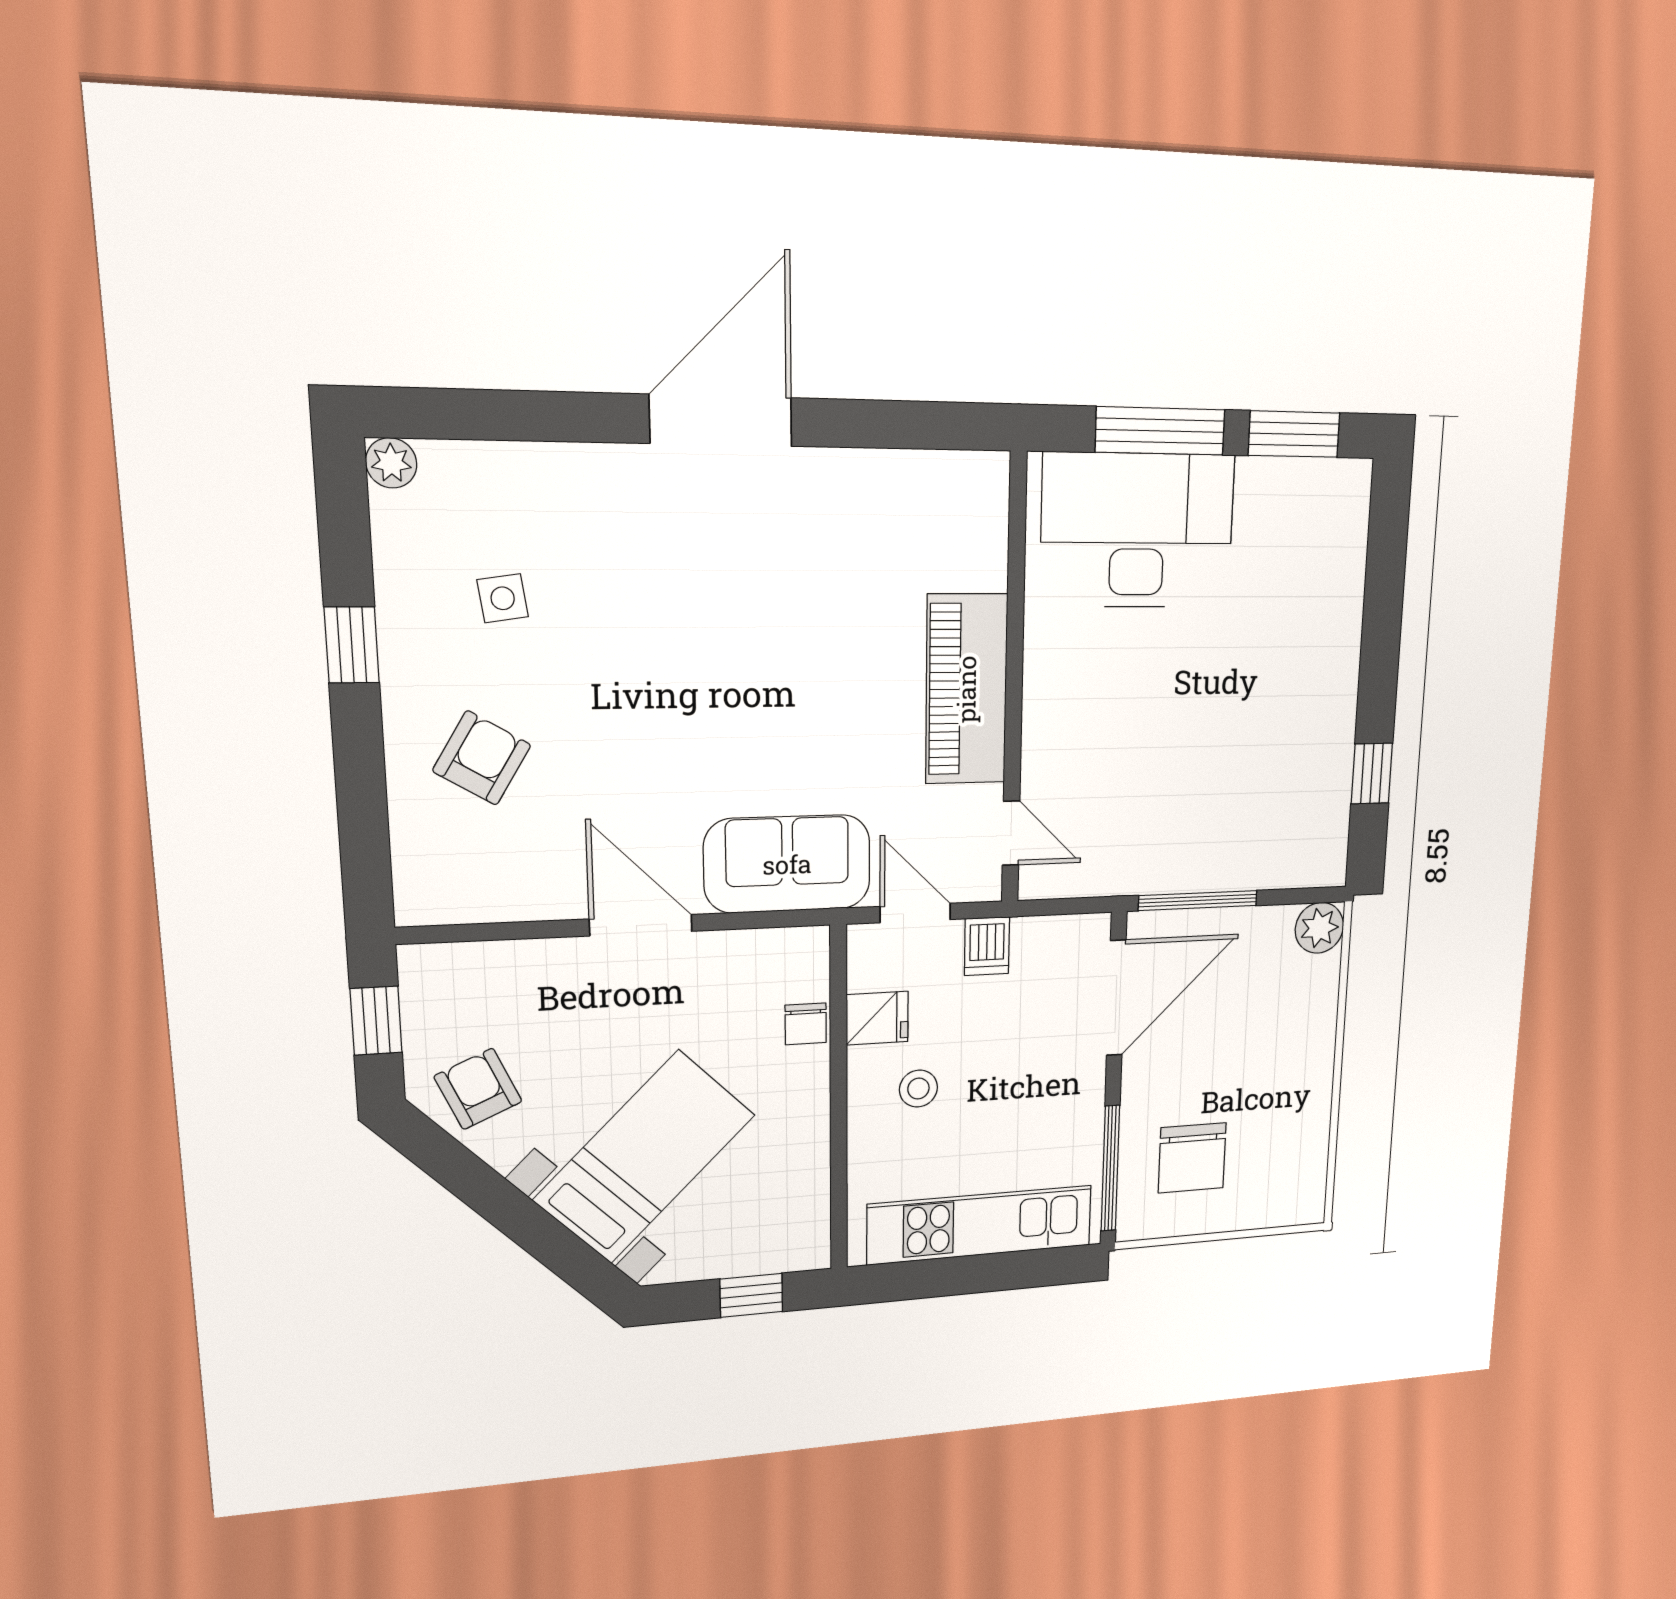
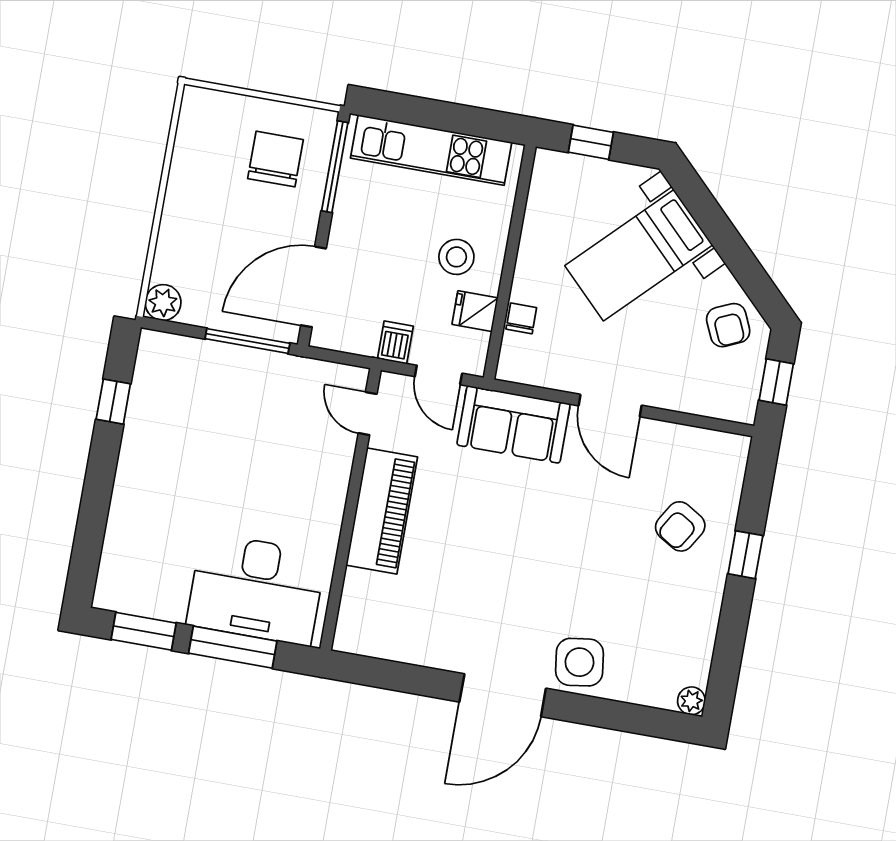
side table: (503, 598) -> (580, 662), moved, width x1.87, depth x1.87
window: (352, 645) -> (745, 555), moved
stool: (918, 1089) -> (456, 257), width x1.37, depth x1.37

